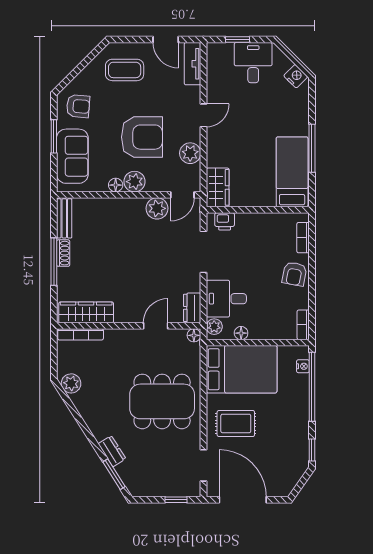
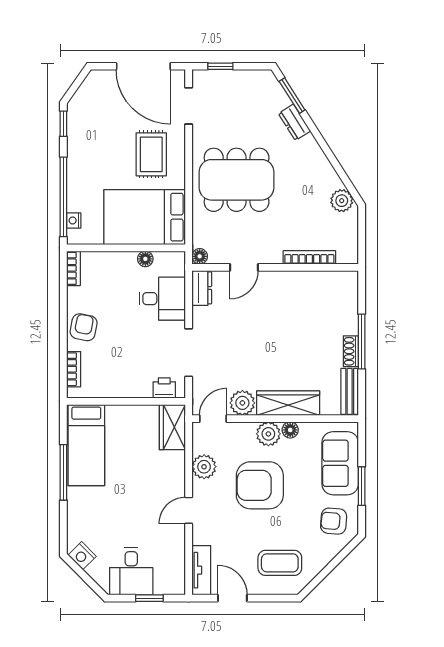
wardrobe: (86, 312) -> (288, 403), moved, turned 180
plant: (214, 327) -> (176, 266), removed
bookcase: (81, 334) -> (309, 257), moved
rug: (236, 423) -> (151, 154), turned 90

